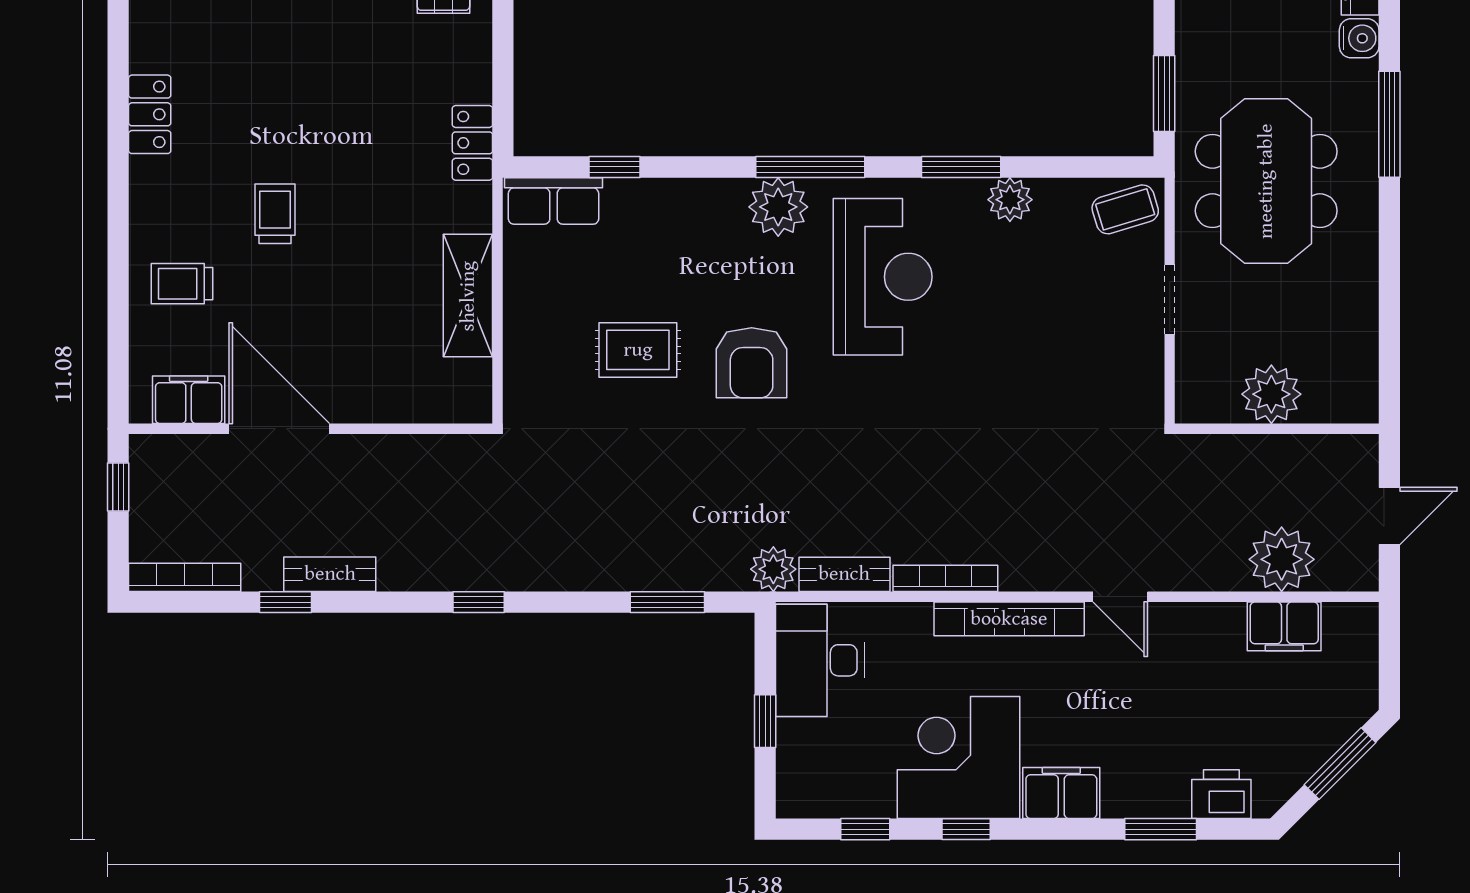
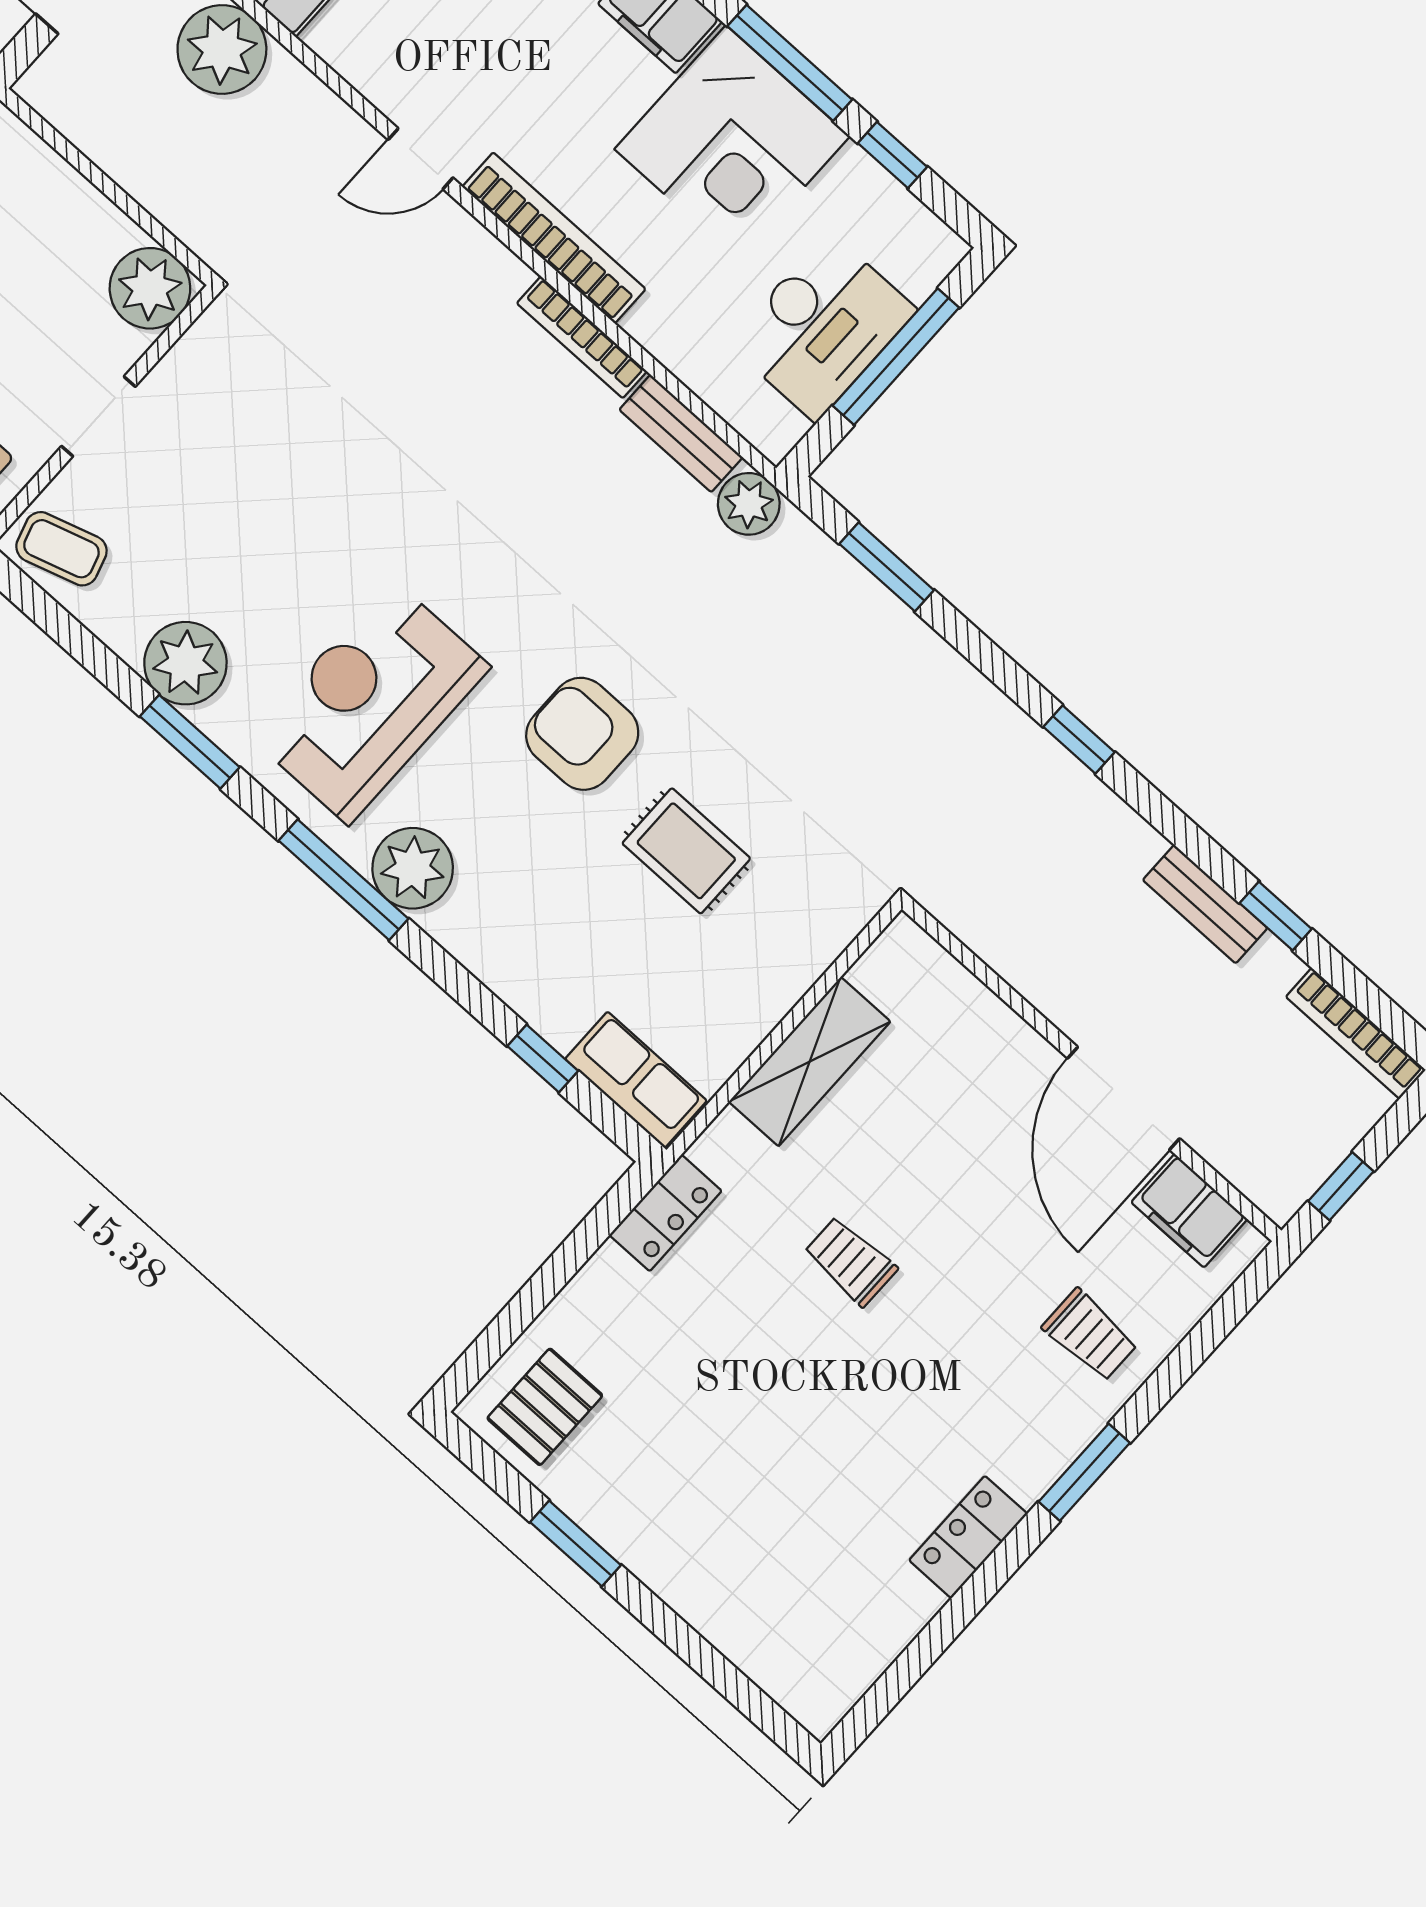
plant: (1010, 200) -> (185, 663), width x1.36, depth x1.36
window: (118, 206) -> (1084, 1472), added
trolley: (275, 214) -> (851, 1261), moved, turned 90
armchair: (752, 363) -> (582, 734), turned -90
plant: (1271, 394) -> (150, 288), moved
door: (1120, 597) -> (421, 159), swing flipped
desk: (820, 660) -> (822, 327), moved
window: (765, 721) -> (896, 357), width x2.17
window: (966, 829) -> (790, 63), width x2.17

